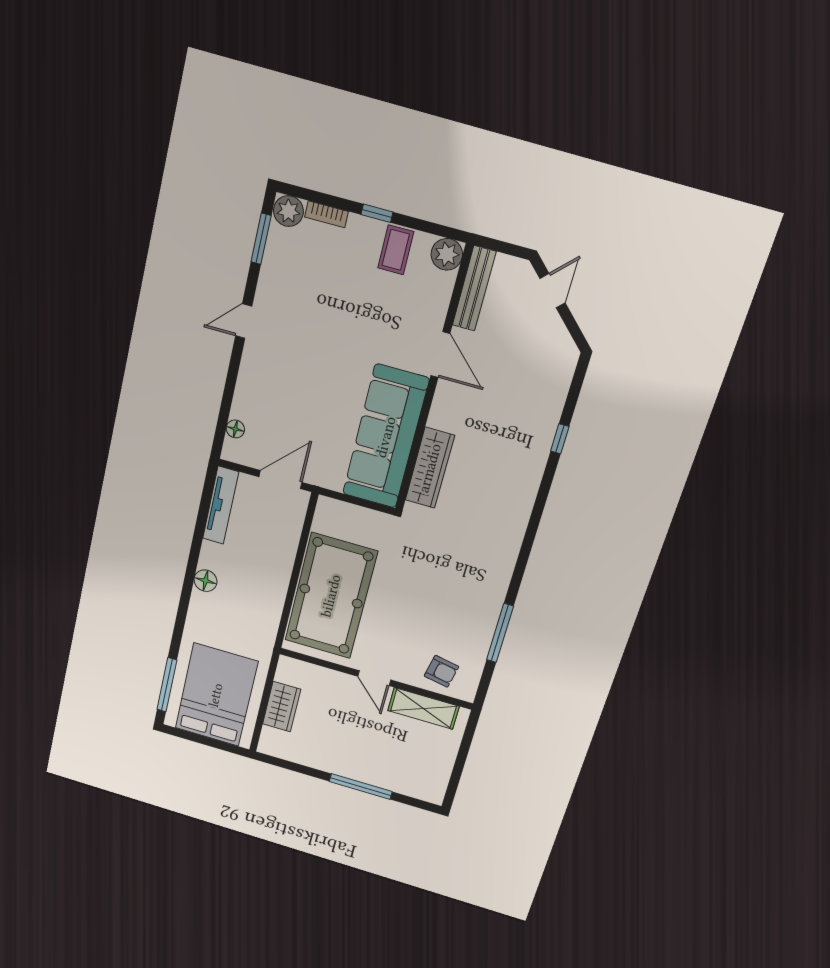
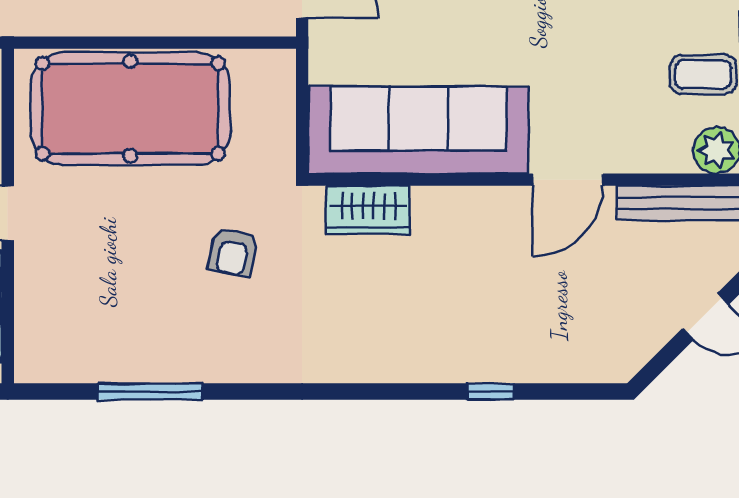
wardrobe: (430, 468) -> (368, 210), width x0.67
armchair: (441, 671) -> (233, 252), moved

